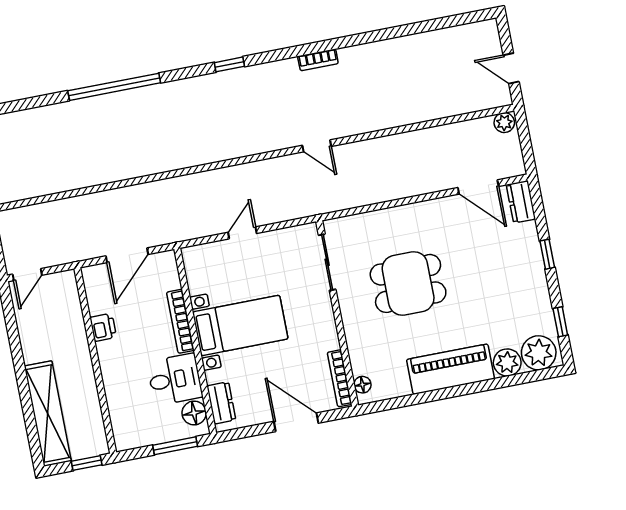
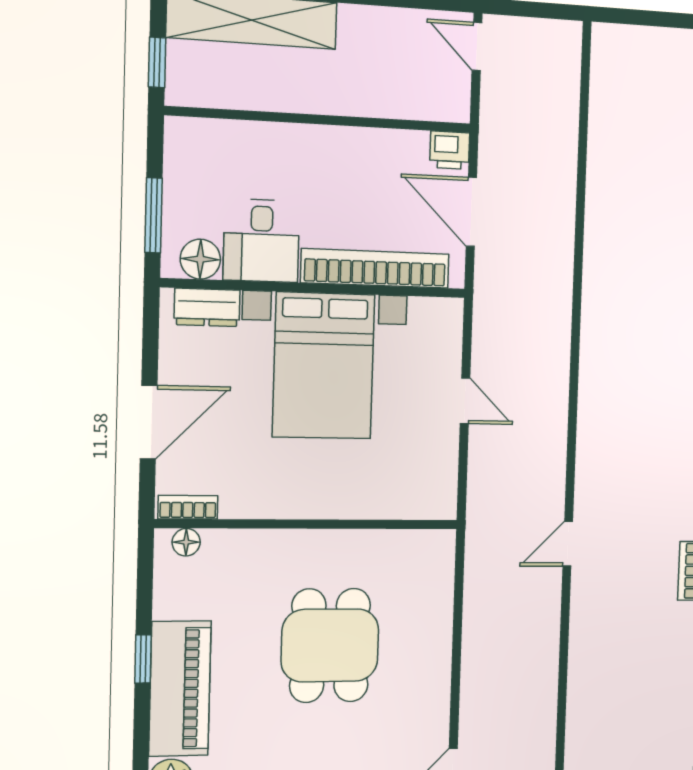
sliding door: (327, 262) -> (391, 524), removed
bookcase: (180, 321) -> (375, 268), width x1.48, depth x1.31
bed with nightstands: (240, 325) -> (324, 366), width x1.36
printer: (103, 327) -> (450, 150), moved
bookcase: (340, 378) -> (188, 507), width x0.64
window: (437, 395) -> (143, 659), added

